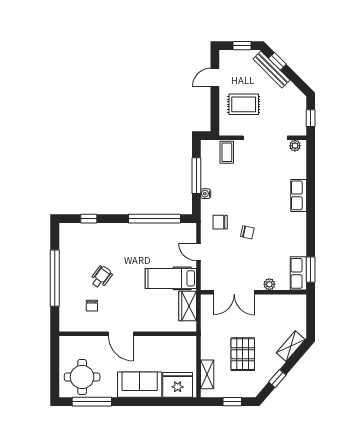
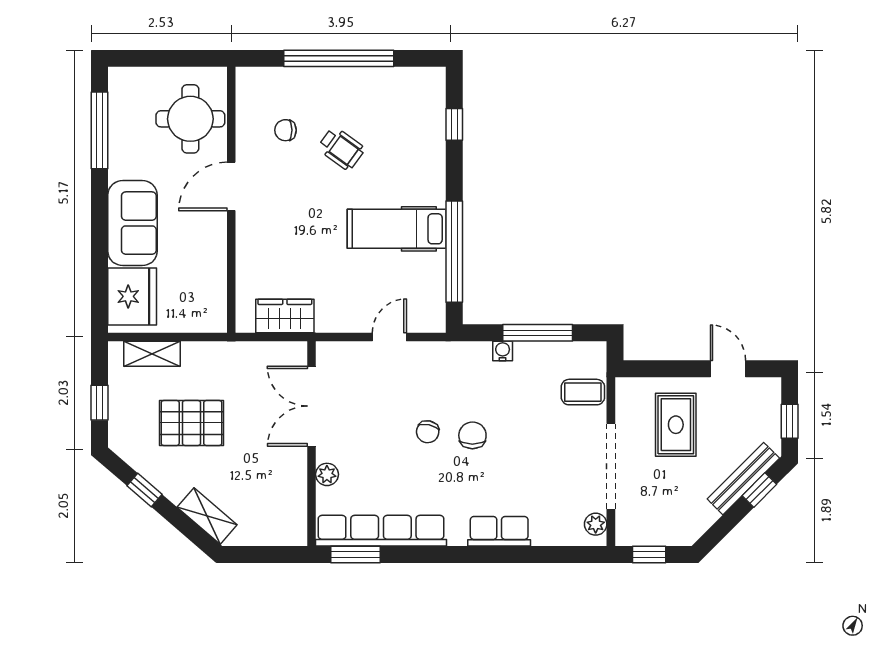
chair: (220, 222) -> (472, 435), moved
row of seats: (298, 273) -> (381, 531), width x2.02
hospital bed: (171, 278) -> (397, 229), moved, turned -90
round table: (82, 377) -> (190, 119), moved

